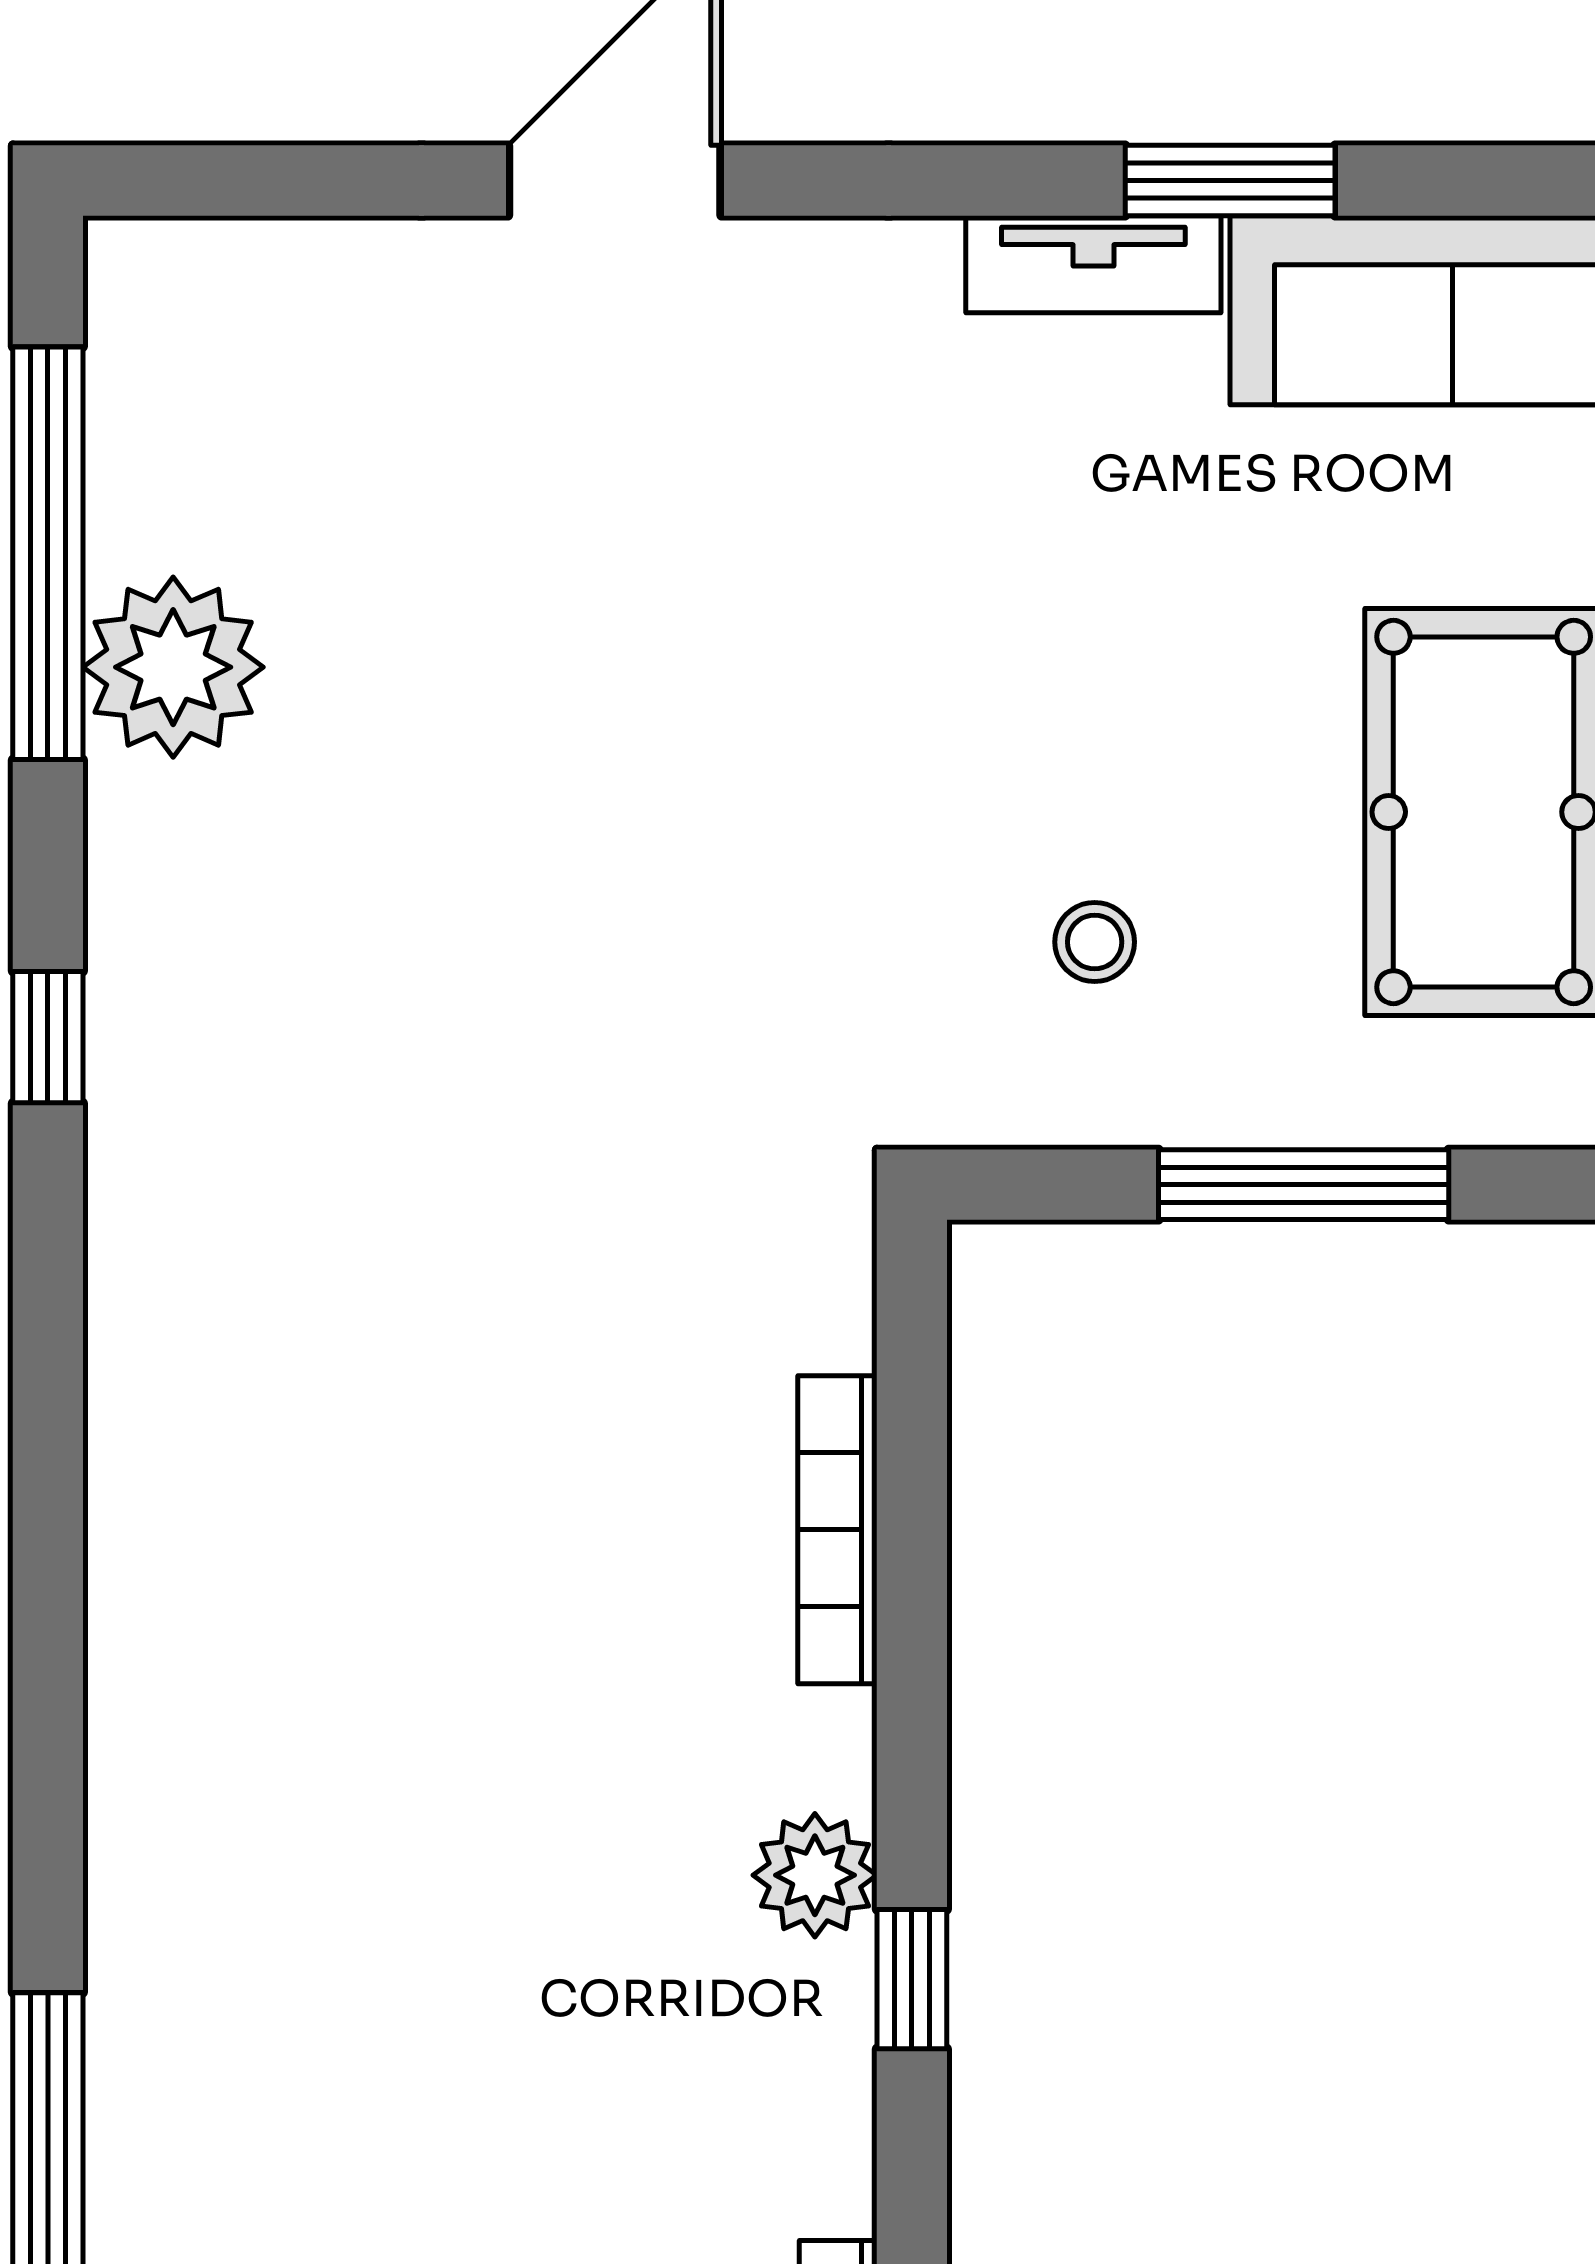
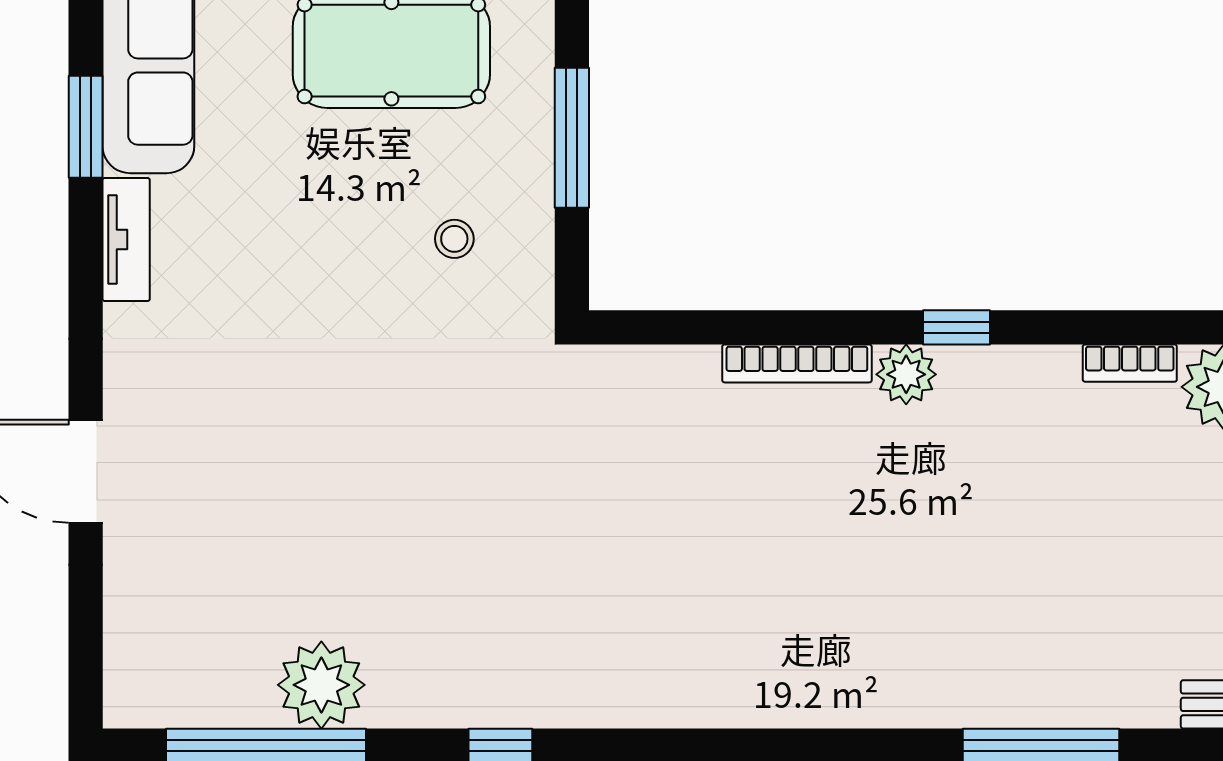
window: (1230, 180) -> (86, 127), moved
bookcase: (837, 1530) -> (797, 363), moved

